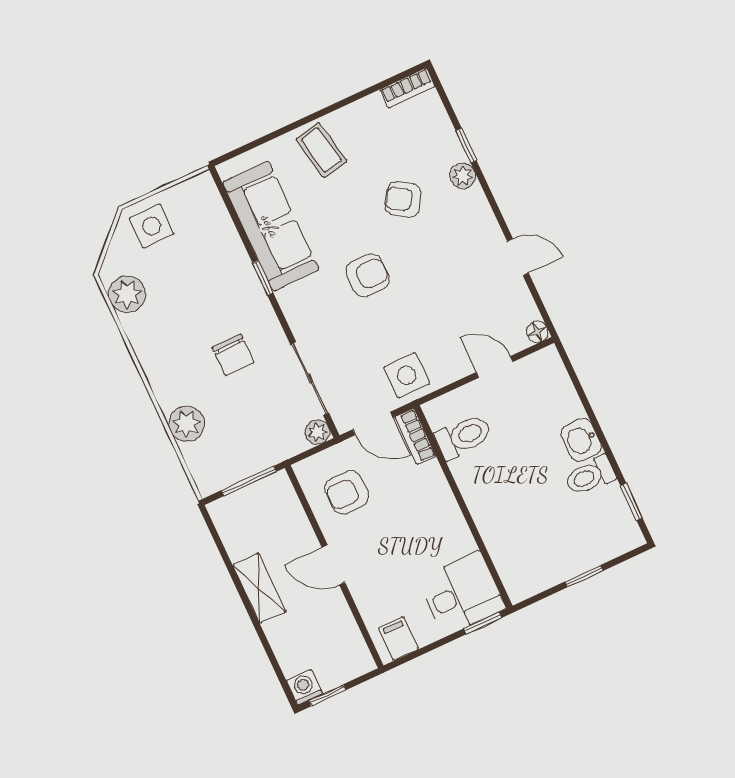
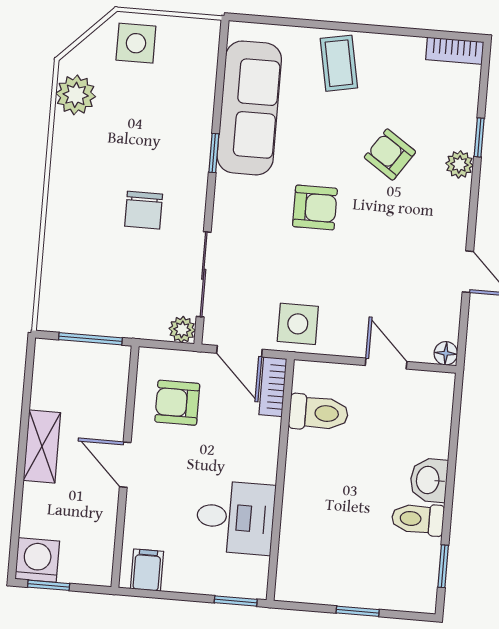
plant: (186, 424) -> (62, 251), removed
desk: (462, 594) -> (235, 517), moved
washing machine: (304, 687) -> (37, 560), width x1.38, depth x1.38

